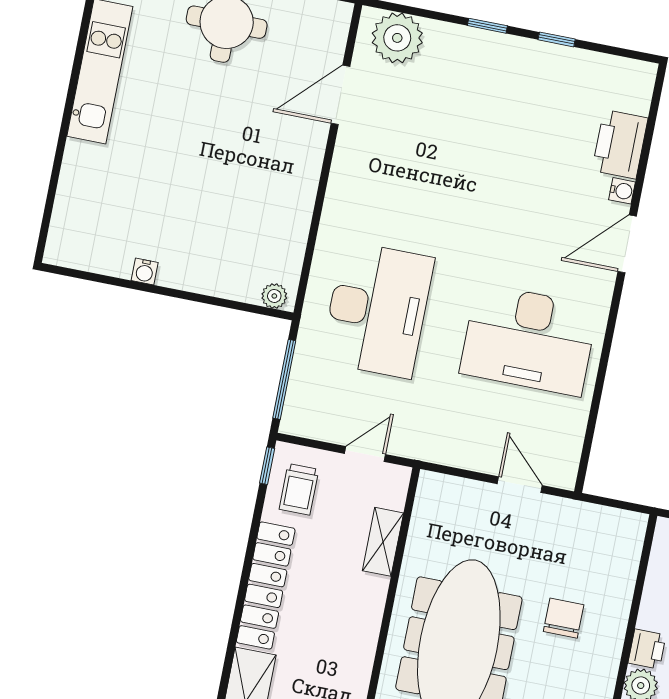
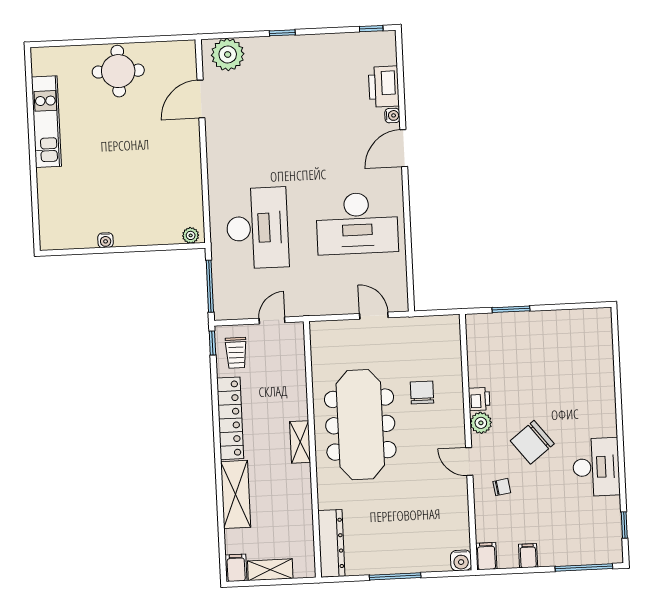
window: (557, 39) -> (371, 29), moved
shelving: (383, 542) -> (300, 442), moved

